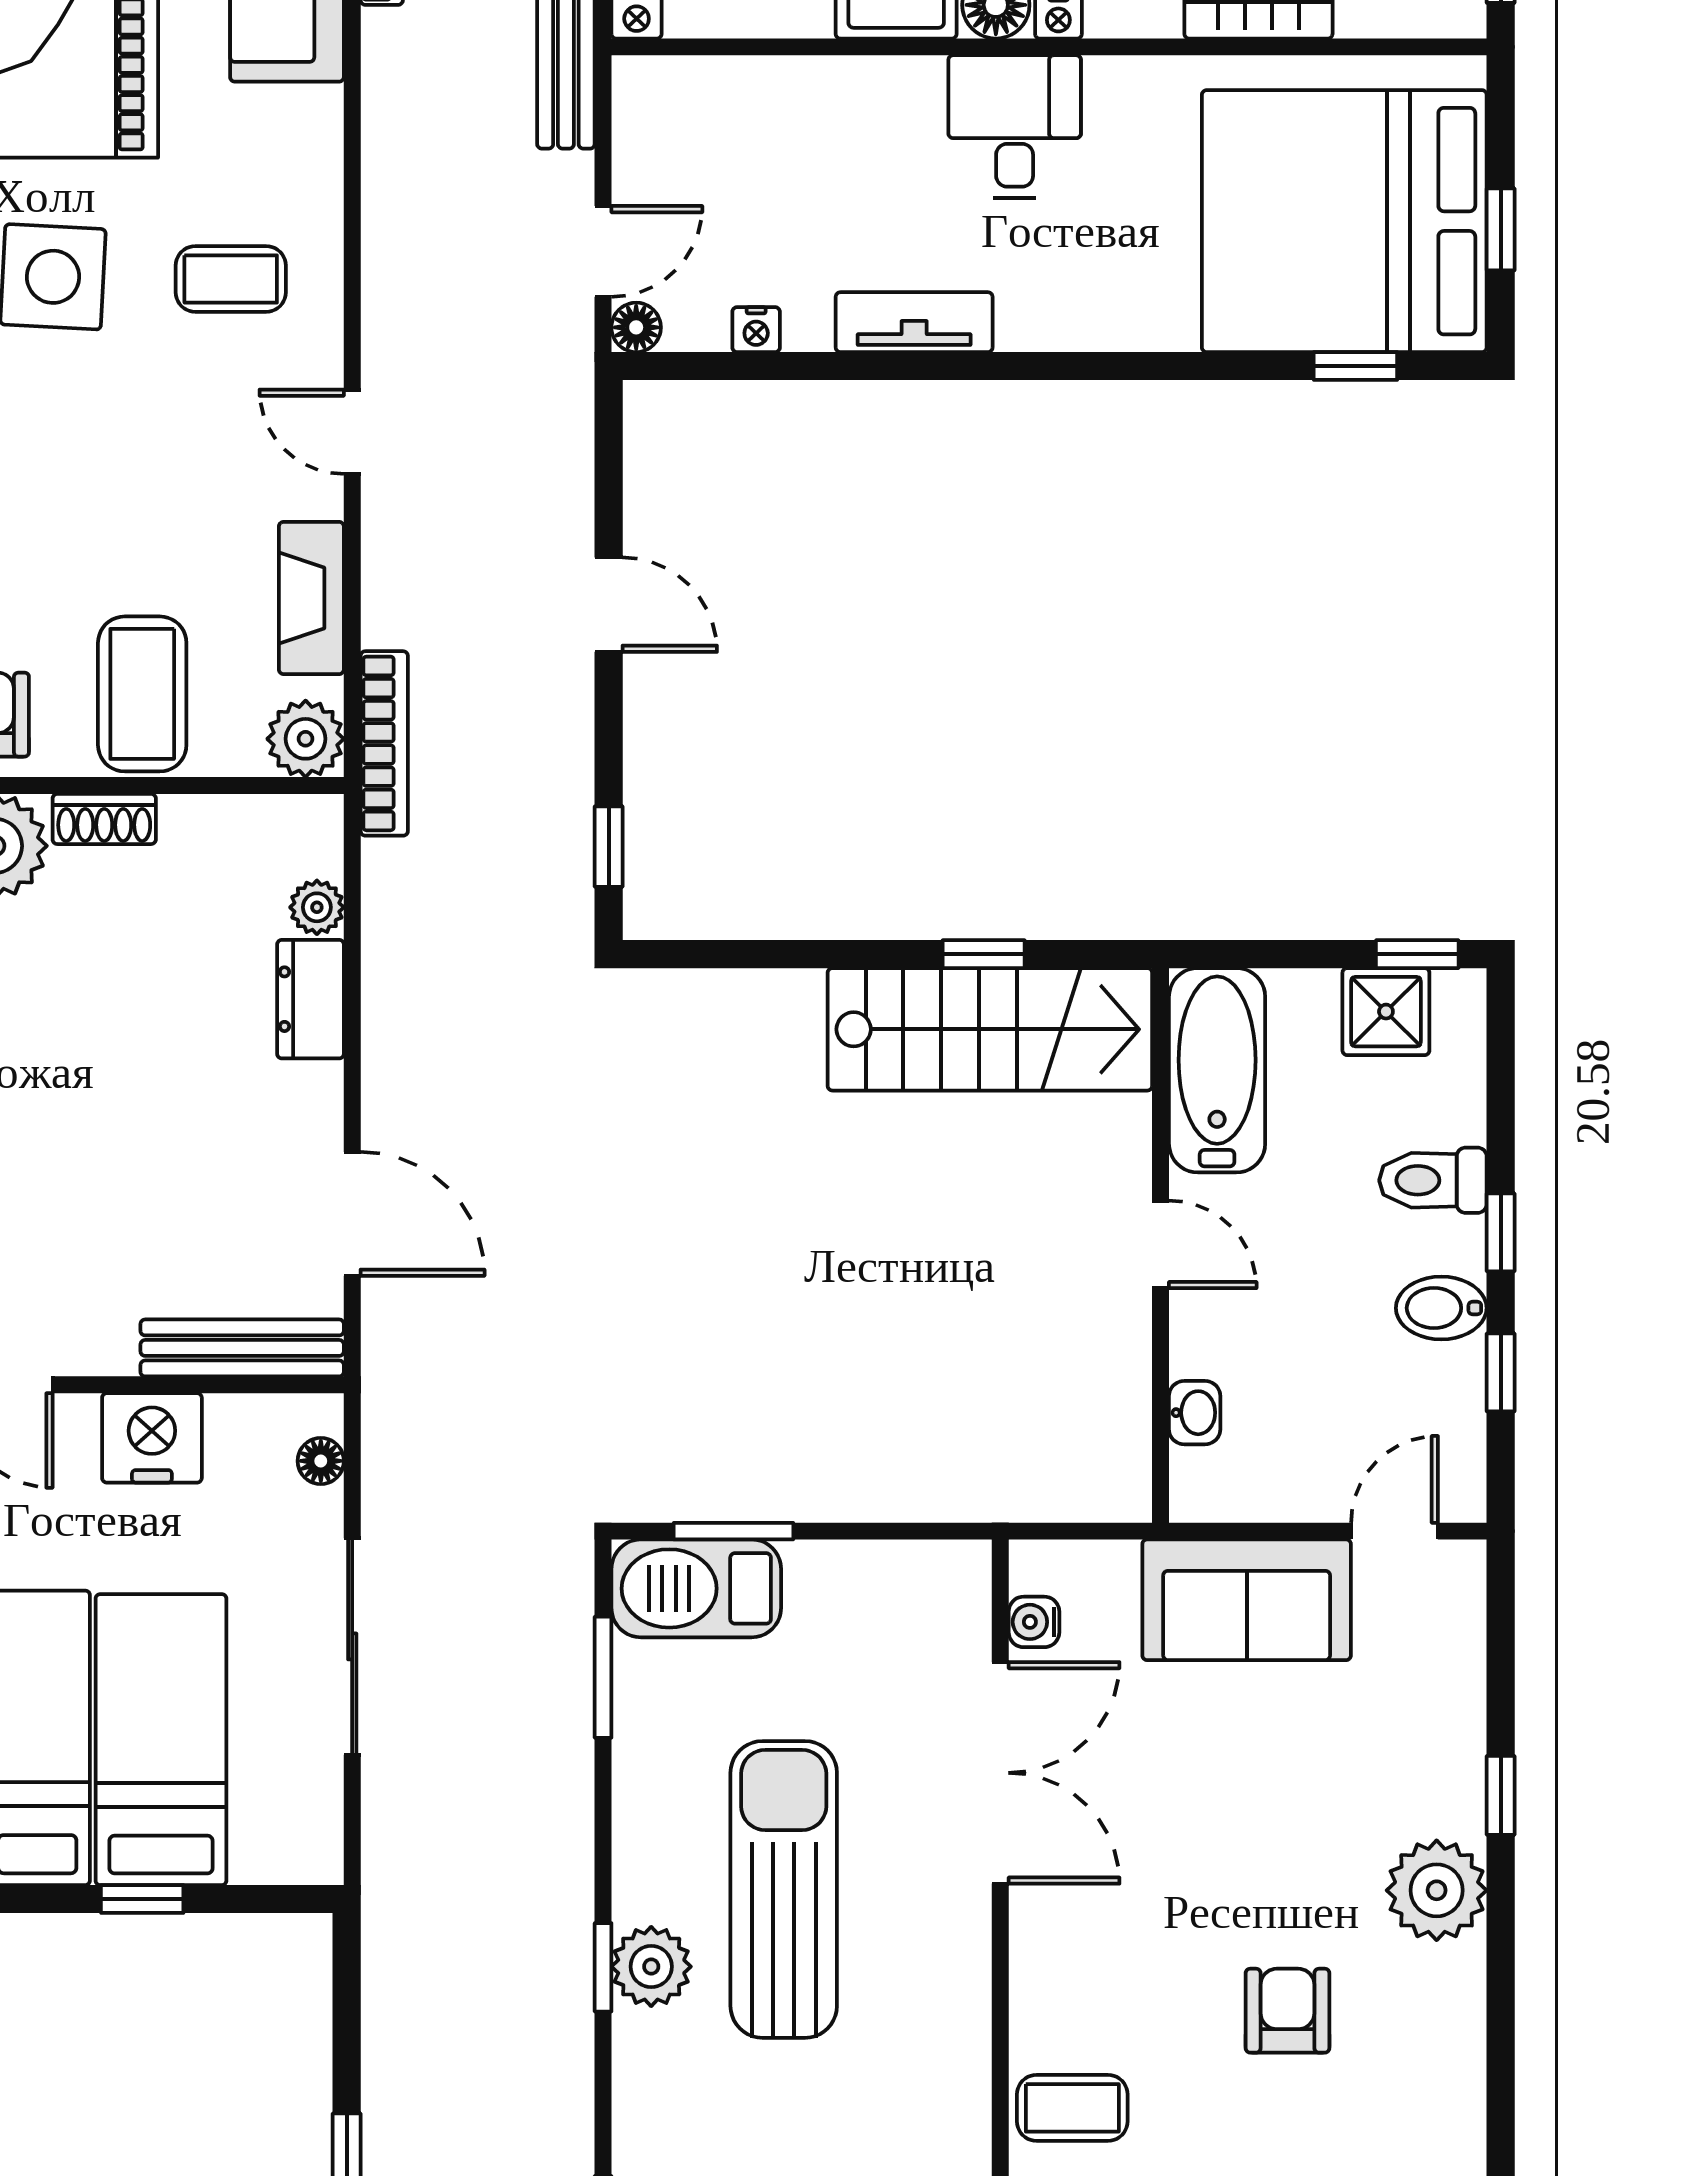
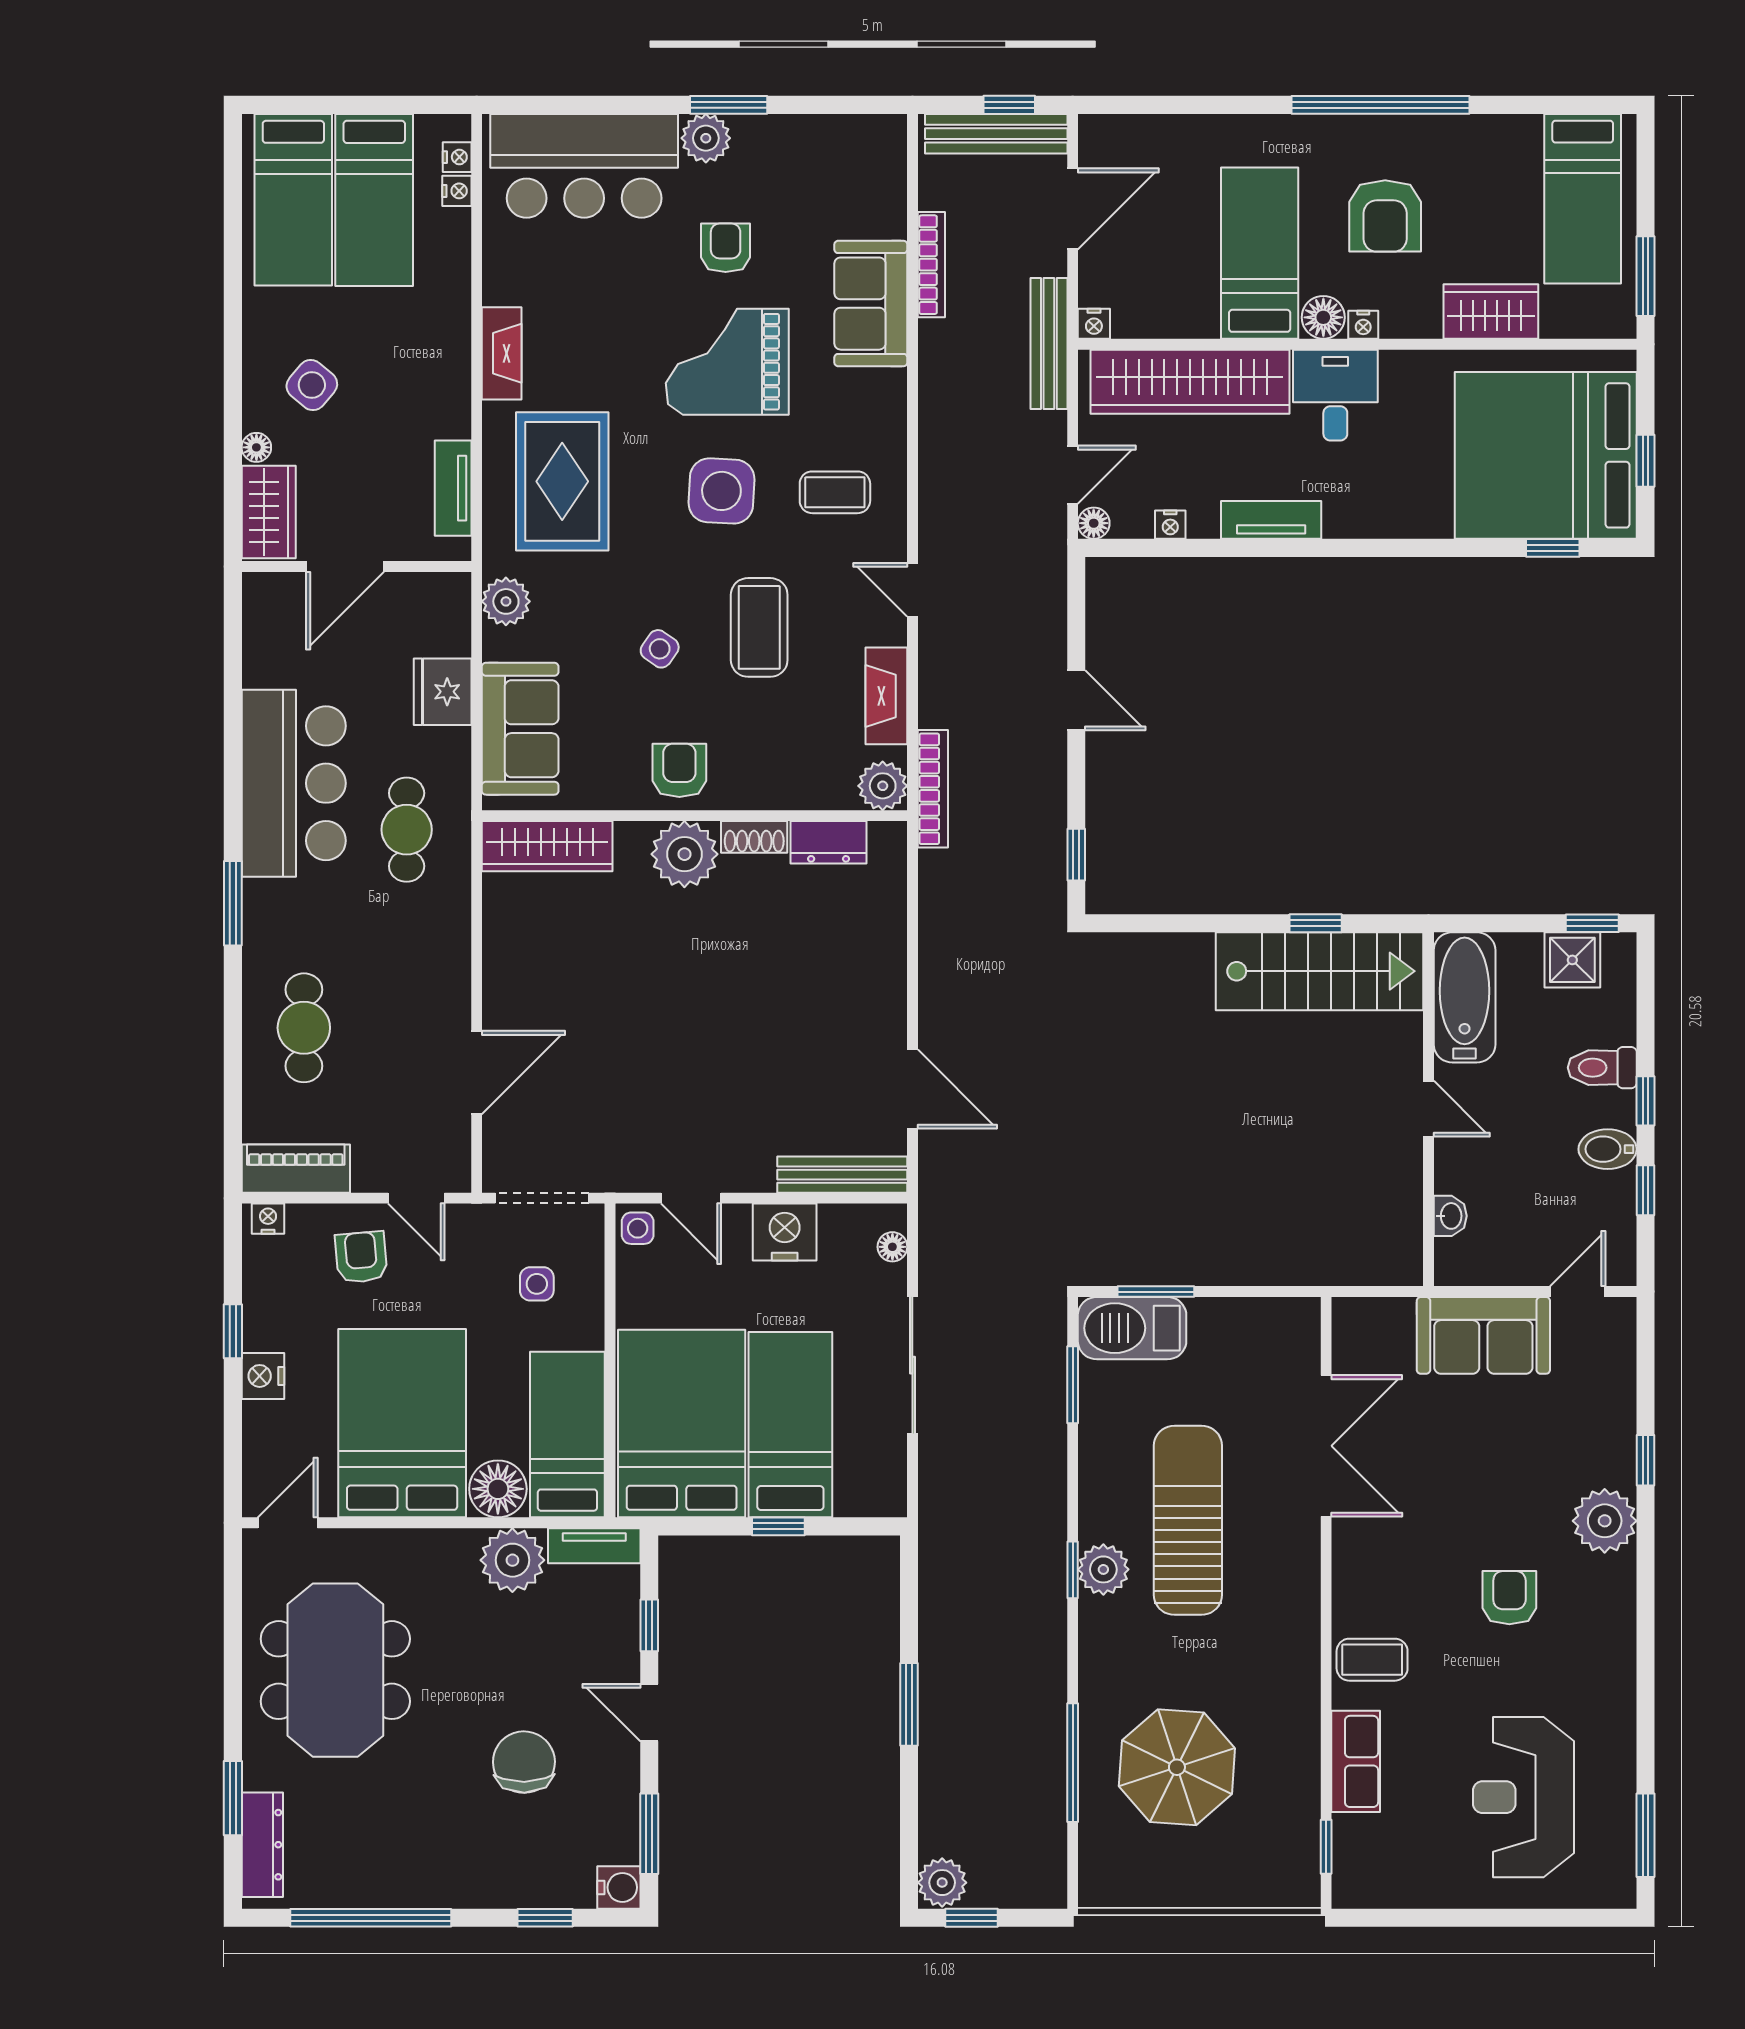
wardrobe: (787, 106) -> (1190, 382), added
coffee table: (142, 694) -> (759, 627), moved
plant: (317, 907) -> (890, 893), removed
dresser: (311, 999) -> (829, 842), moved, turned -90
water cooler: (1034, 1622) -> (1348, 1349), removed

